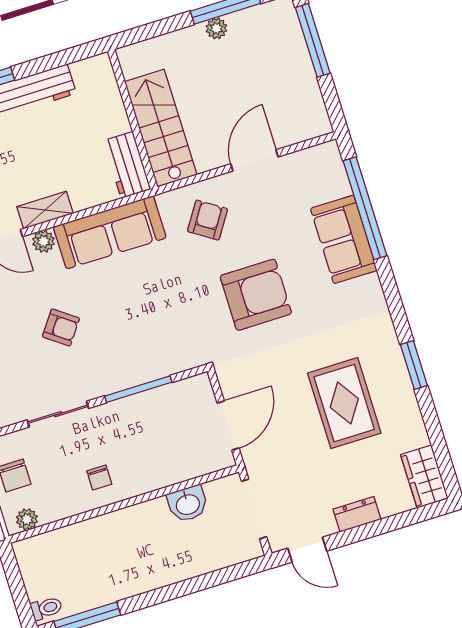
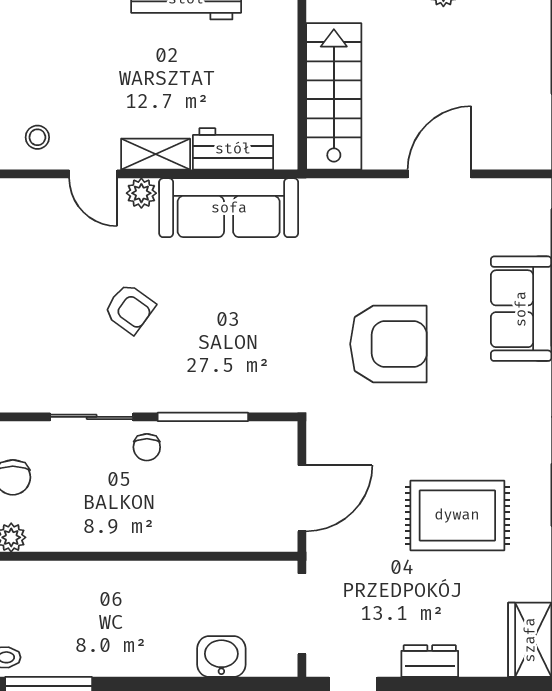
workbench: (127, 165) -> (233, 149), moved, turned 90
armchair: (207, 220) -> (357, 231), removed
rug: (344, 403) -> (457, 515), turned 90
chair: (99, 477) -> (147, 447), moved
washbasin: (188, 504) -> (221, 657), moved, turned 180

